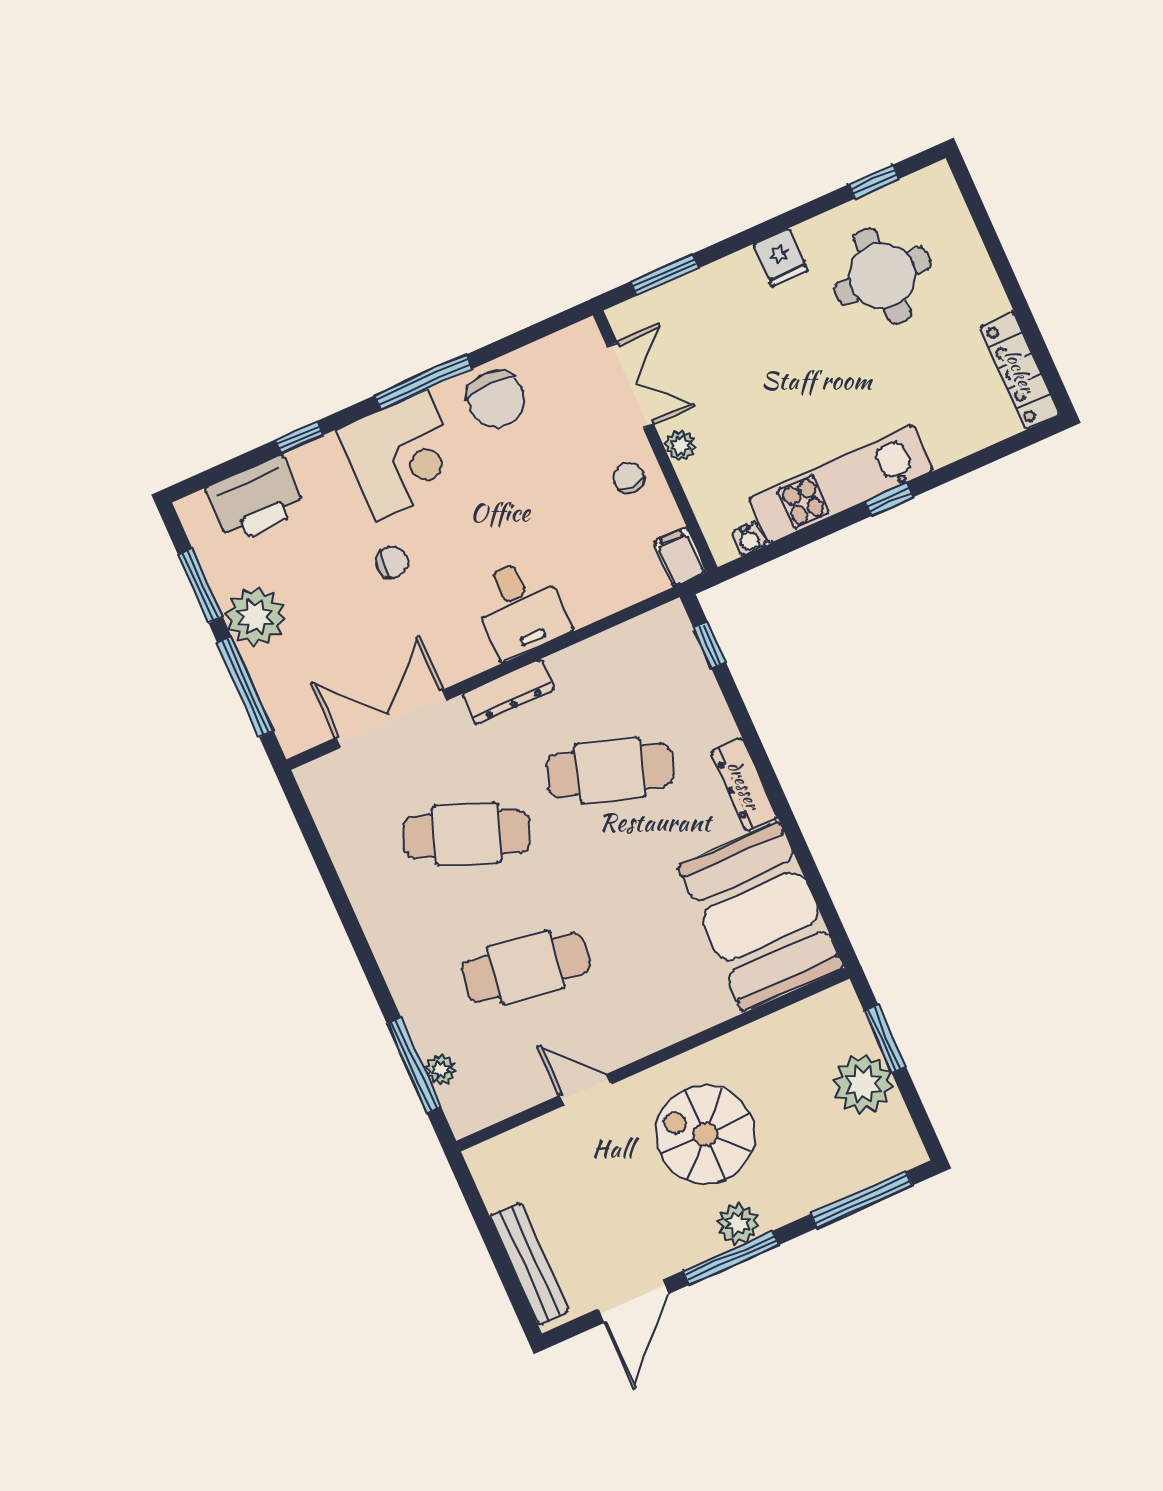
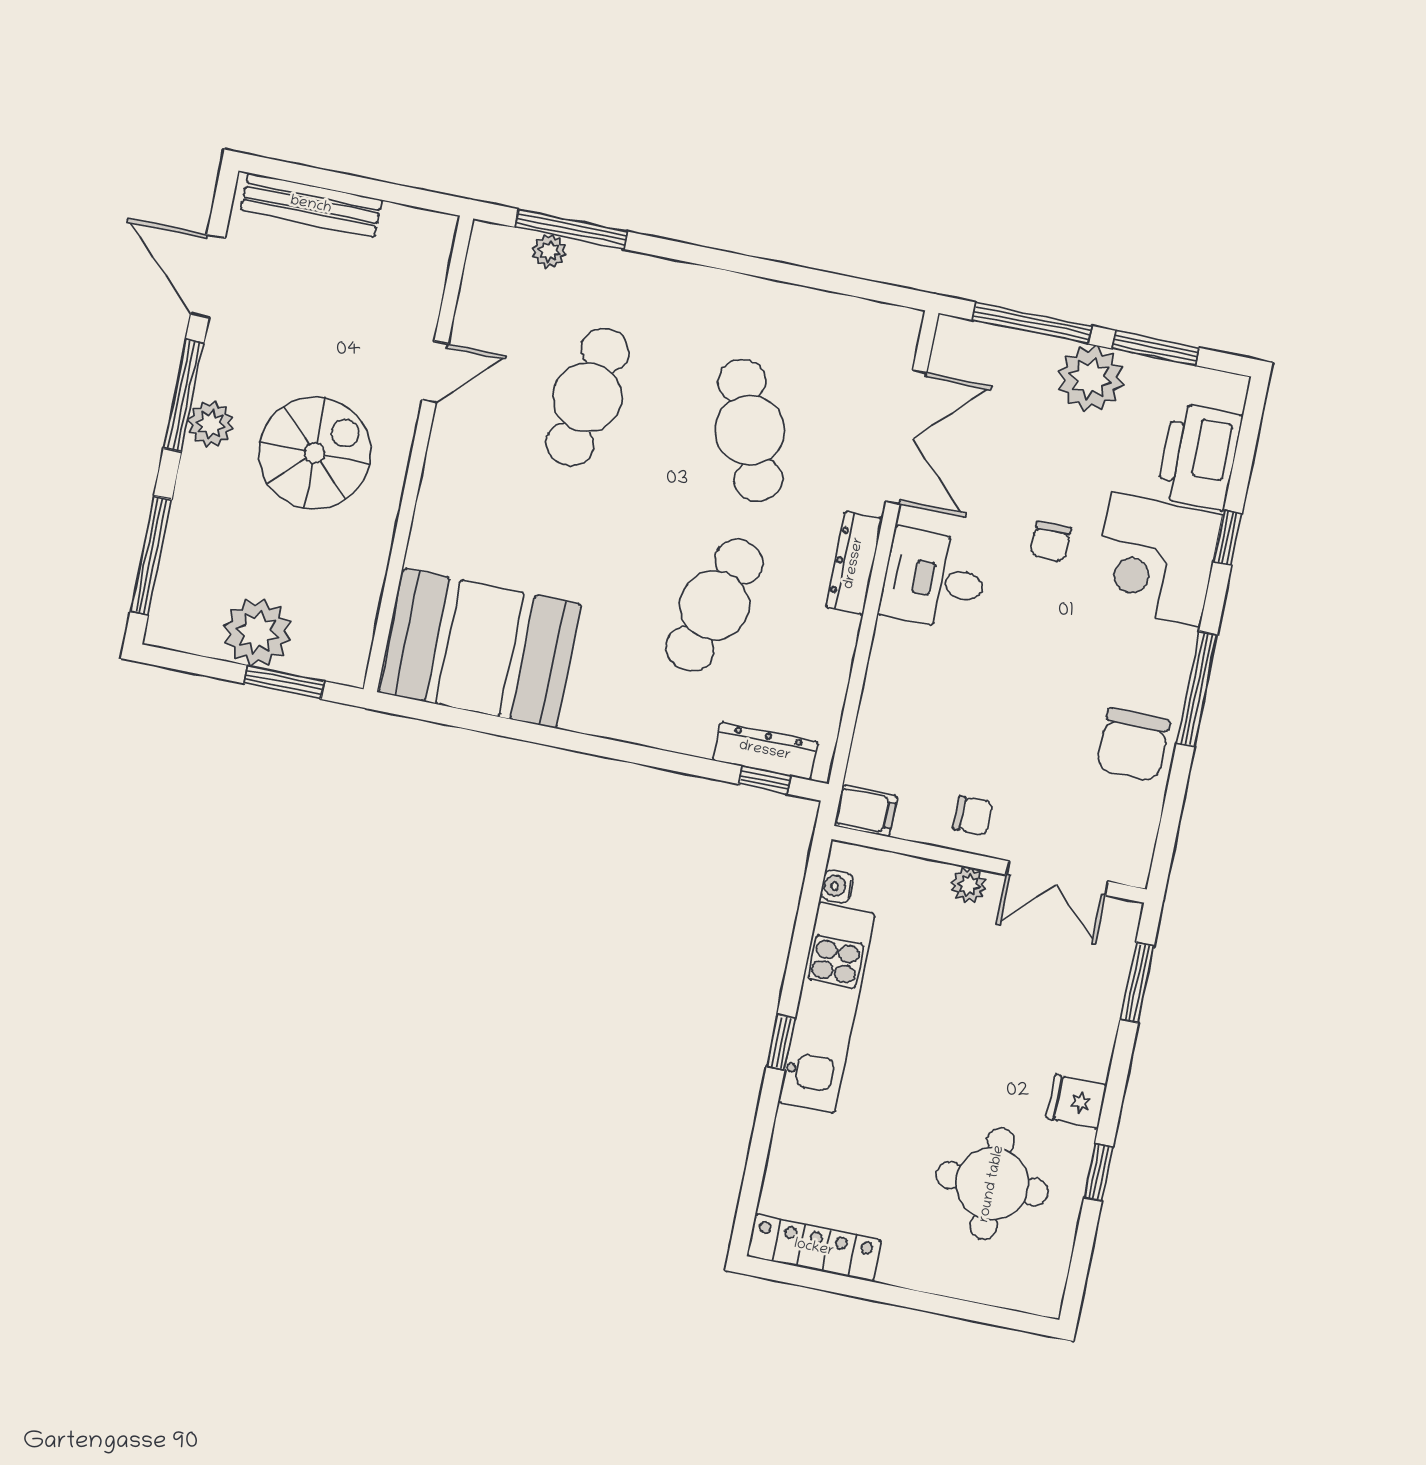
window: (874, 181) -> (1098, 1172), moved
chair: (496, 399) -> (1133, 745), turned -90
corner desk: (402, 455) -> (1156, 559), moved
desk: (520, 608) -> (934, 580), moved
dresser: (744, 785) -> (765, 751), moved
cafe table: (467, 834) -> (750, 430), turned -42

